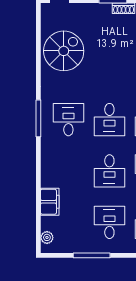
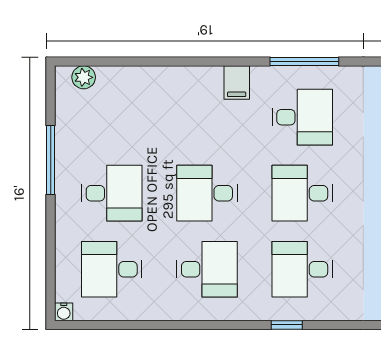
filing cabinet: (50, 202) -> (237, 83), moved, width x0.50

